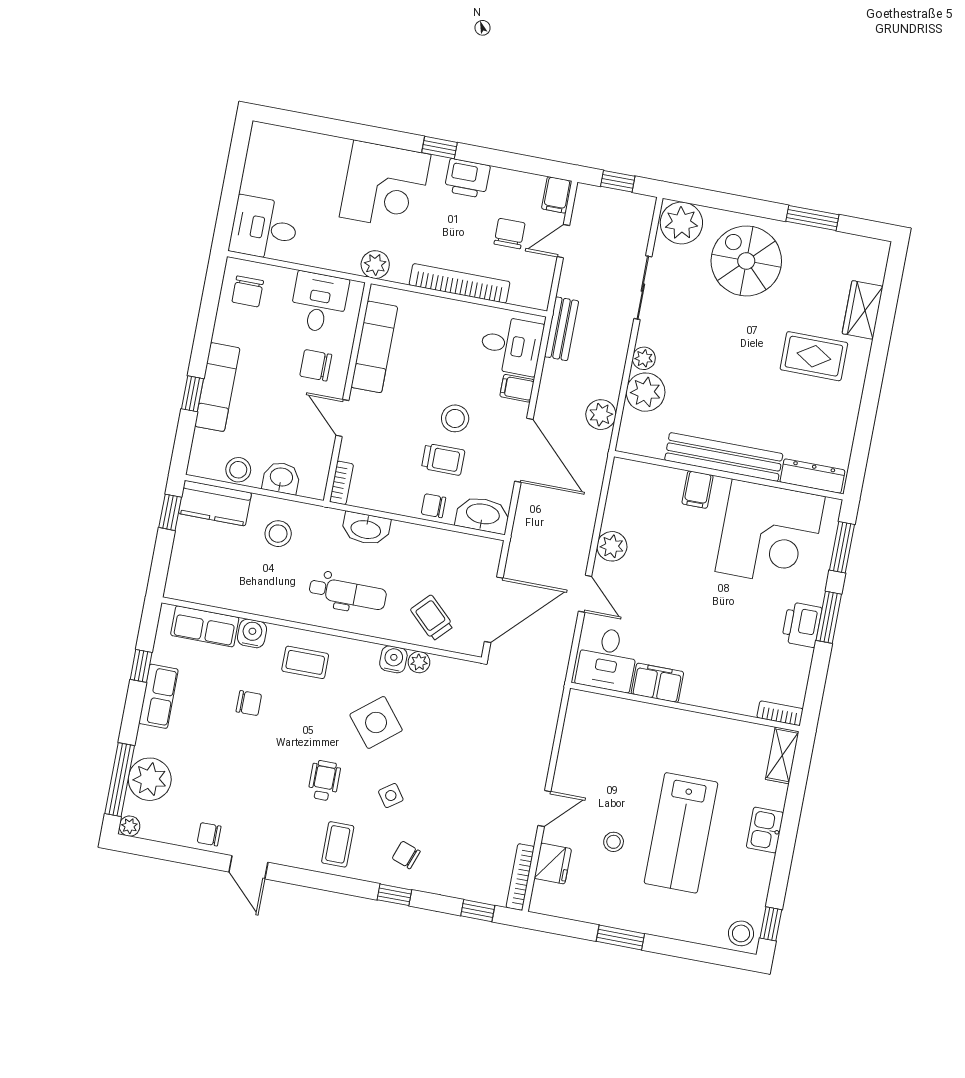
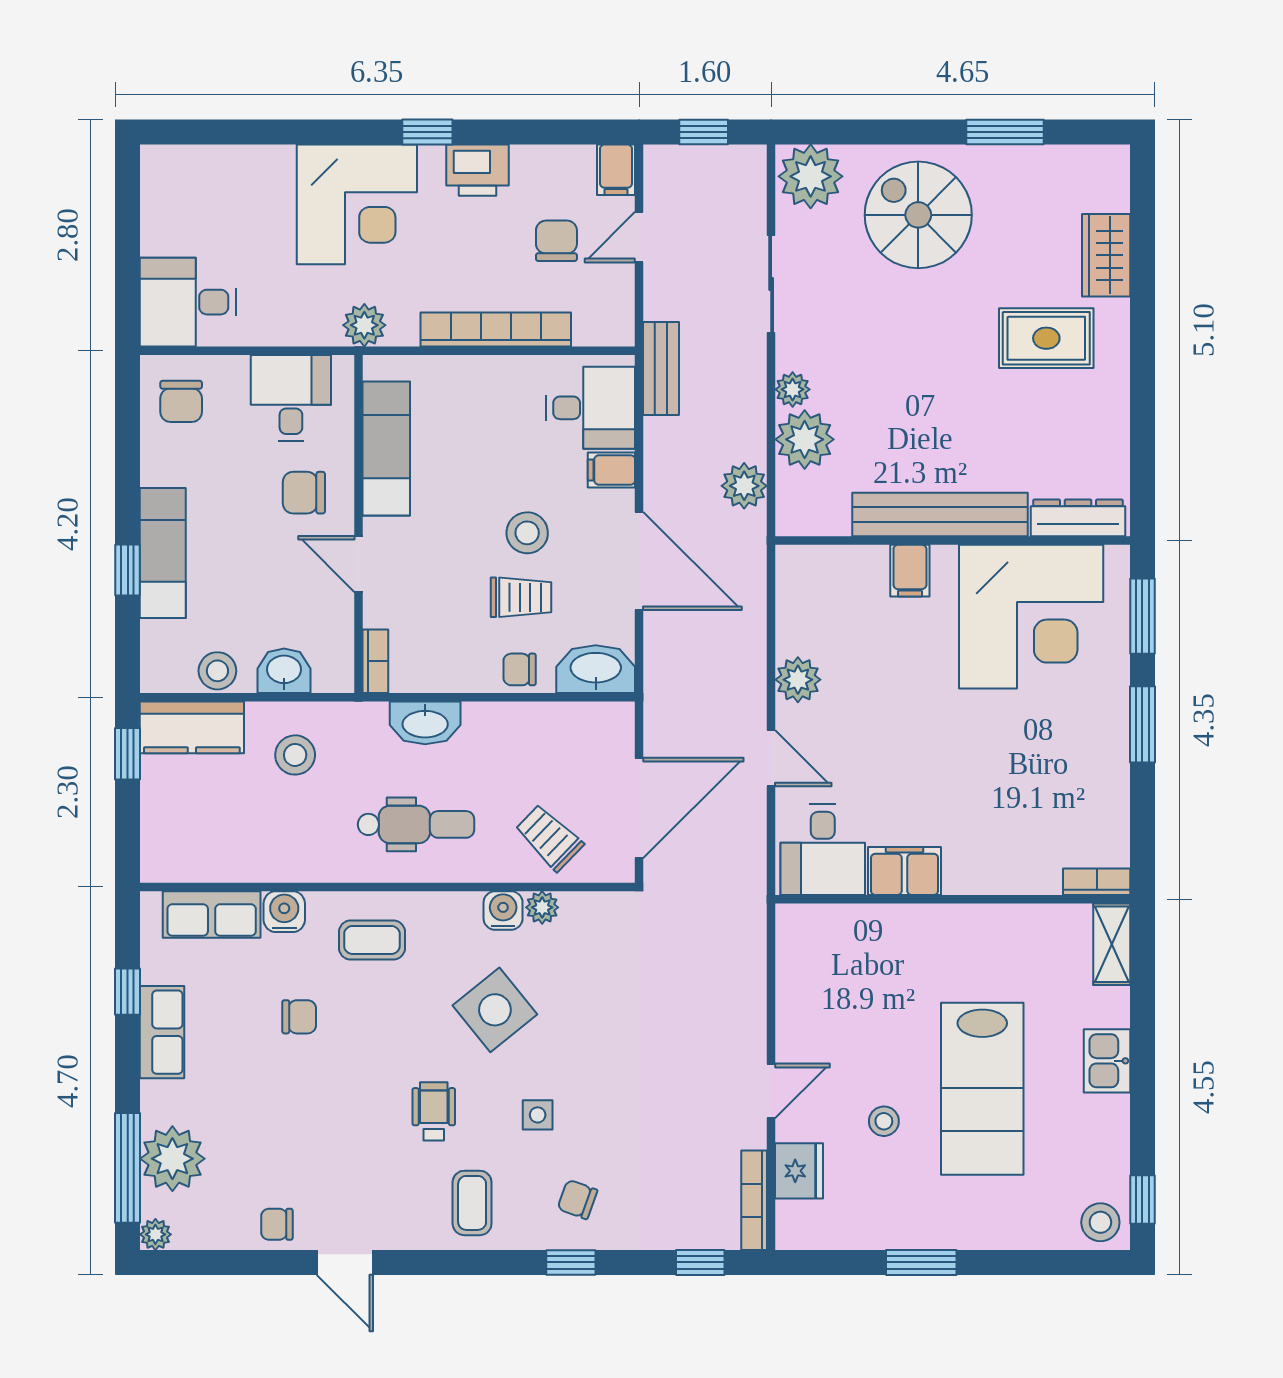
printer: (802, 625) -> (1104, 743), removed
side table: (391, 796) -> (538, 1115), turned 35

